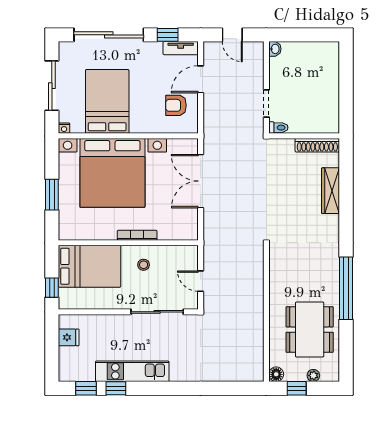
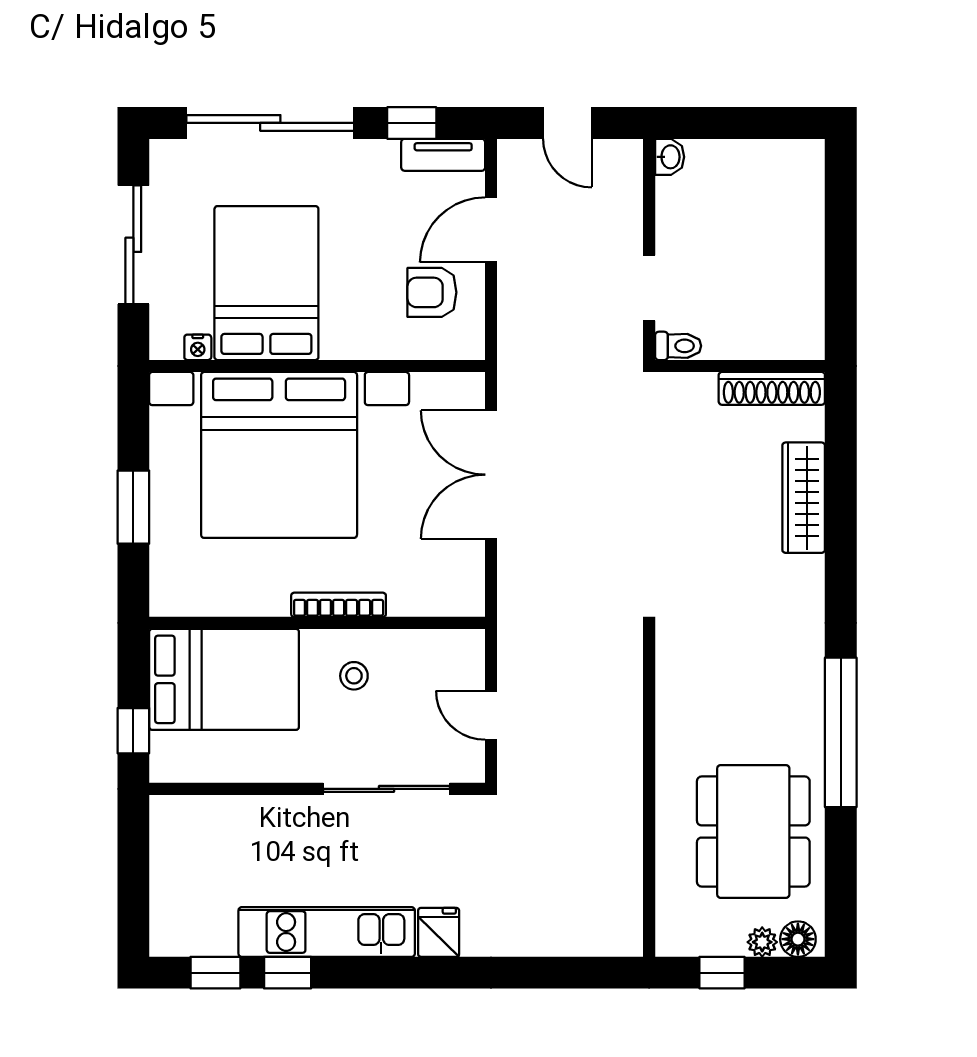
nightstand: (64, 128) -> (198, 347), moved
fridge: (69, 337) -> (439, 932), moved, turned -90
floor lamp: (276, 374) -> (798, 939), moved

